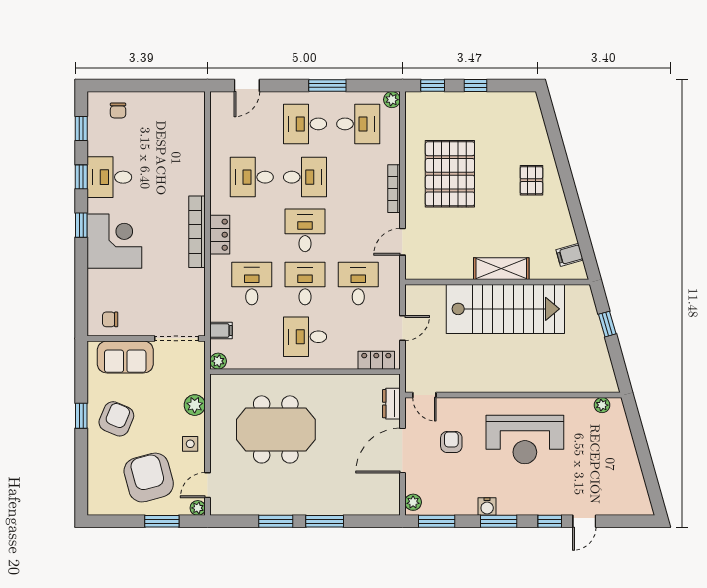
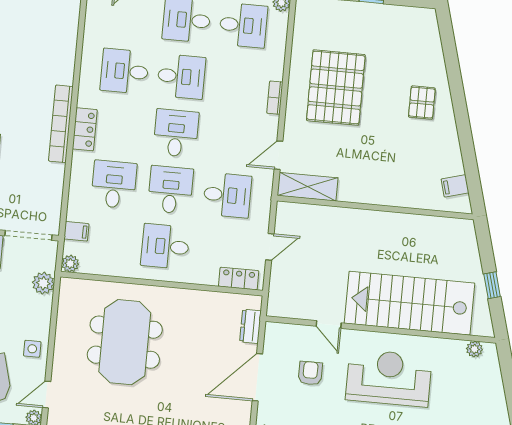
bookcase: (394, 189) -> (275, 98), width x0.64
shelving: (501, 269) -> (308, 187), moved
desk: (358, 284) -> (227, 195), turned 90
stairs: (505, 309) -> (410, 303), moved, turned 180
window: (607, 324) -> (492, 285), moved
door: (424, 395) -> (329, 324), moved
plant: (195, 405) -> (43, 283), moved
meeting table: (276, 429) -> (125, 342), turned 90
reception desk: (525, 440) -> (389, 378), turned 180

